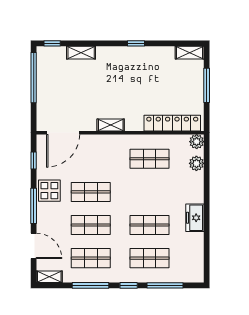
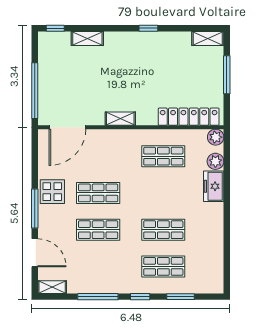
window: (34, 78) -> (35, 91), moved
window: (34, 161) -> (35, 158), removed
freezer: (195, 218) -> (214, 186), moved
shop shelf: (91, 258) -> (98, 266), removed
window: (165, 285) -> (180, 297), width x0.69

